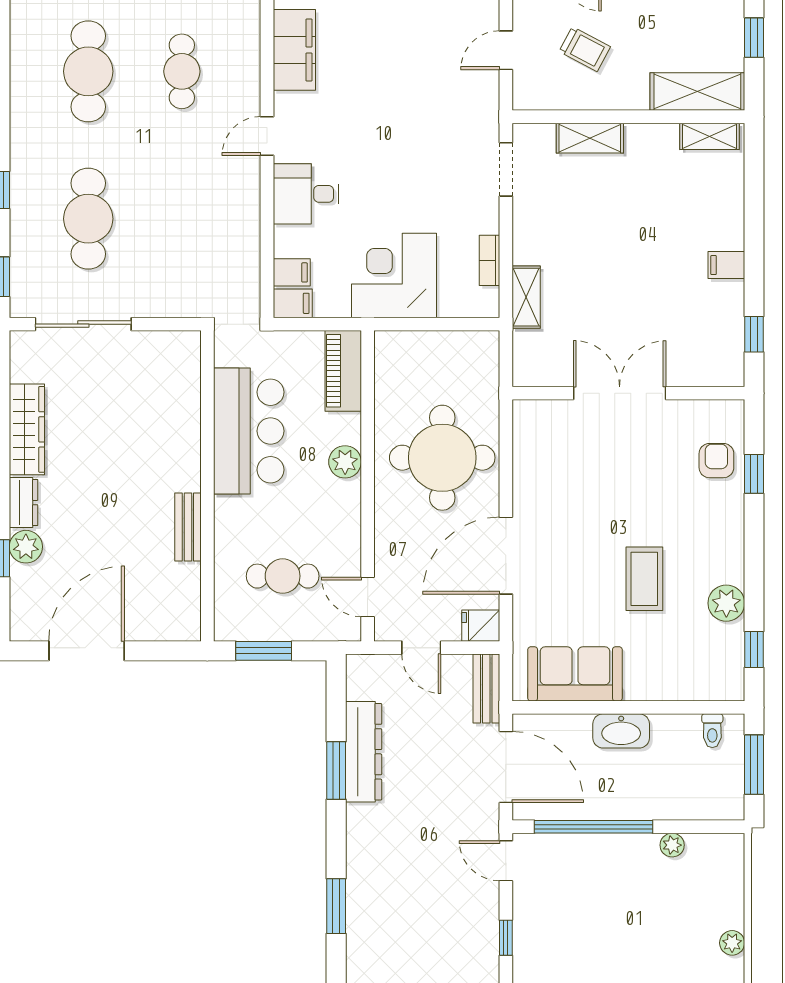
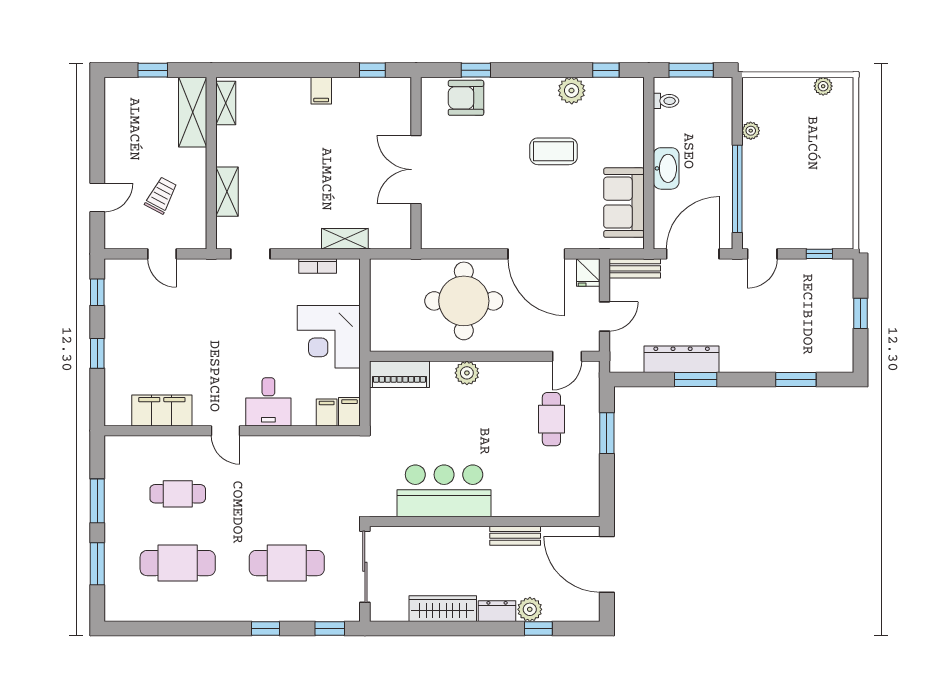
bar counter: (249, 431) -> (444, 491), moved
armchair: (716, 461) -> (466, 98), width x1.38, depth x1.38
wall: (207, 486) -> (485, 521), moved
bench: (188, 527) -> (515, 536), moved

